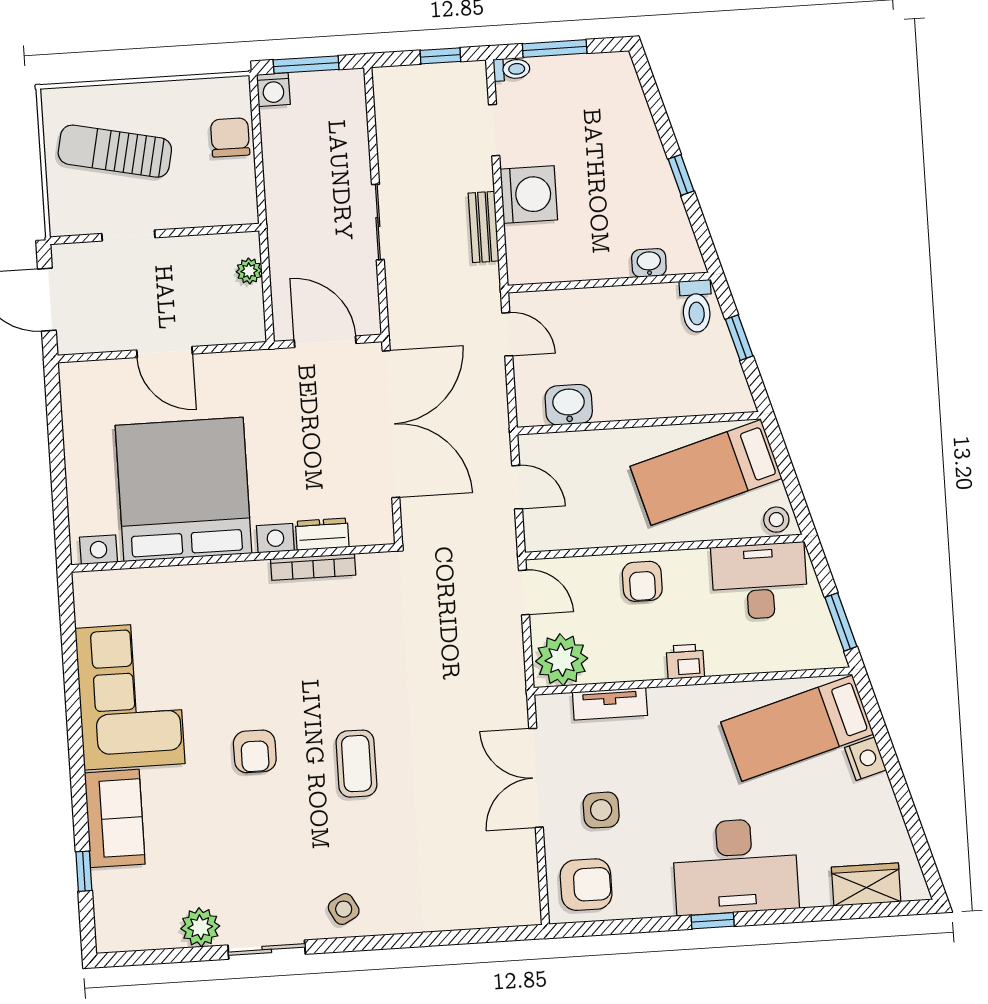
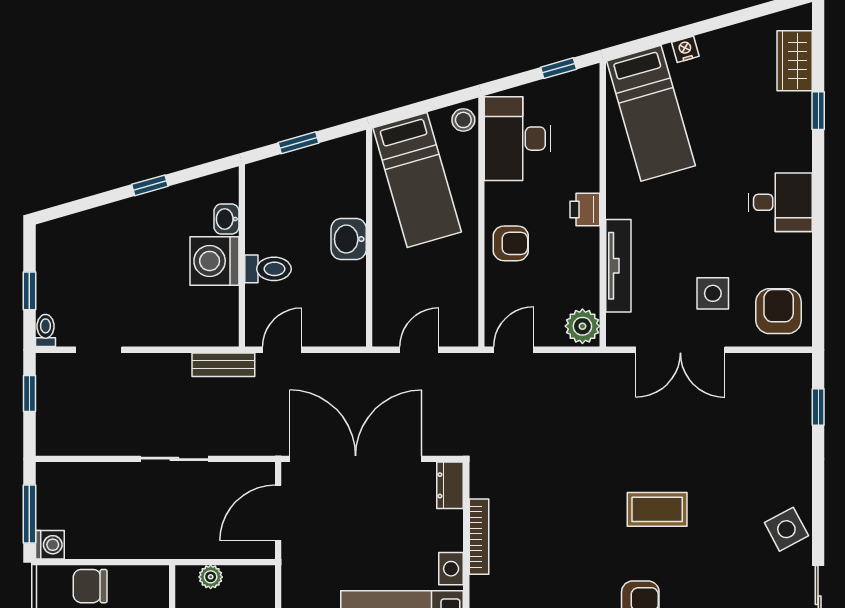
window: (555, 49) -> (29, 291), width x0.67
washing machine: (529, 194) -> (214, 261), moved, turned -90
bench: (484, 227) -> (223, 365), moved
toilet: (696, 306) -> (268, 269), moved
washbasin: (569, 405) -> (349, 239), moved
dresser: (322, 534) -> (450, 485), moved
window: (841, 622) -> (559, 68), width x0.67
plant: (562, 660) -> (582, 326), width x0.73, depth x0.73
tv unit: (610, 704) -> (618, 266), width x1.41
nightstand: (865, 759) -> (685, 49), width x0.72, depth x0.74
desk: (735, 866) -> (780, 202), width x0.53, depth x0.77
side table: (344, 909) -> (786, 529), width x1.37, depth x1.37
window: (713, 921) -> (818, 111), moved
window: (482, 936) -> (818, 407), added

